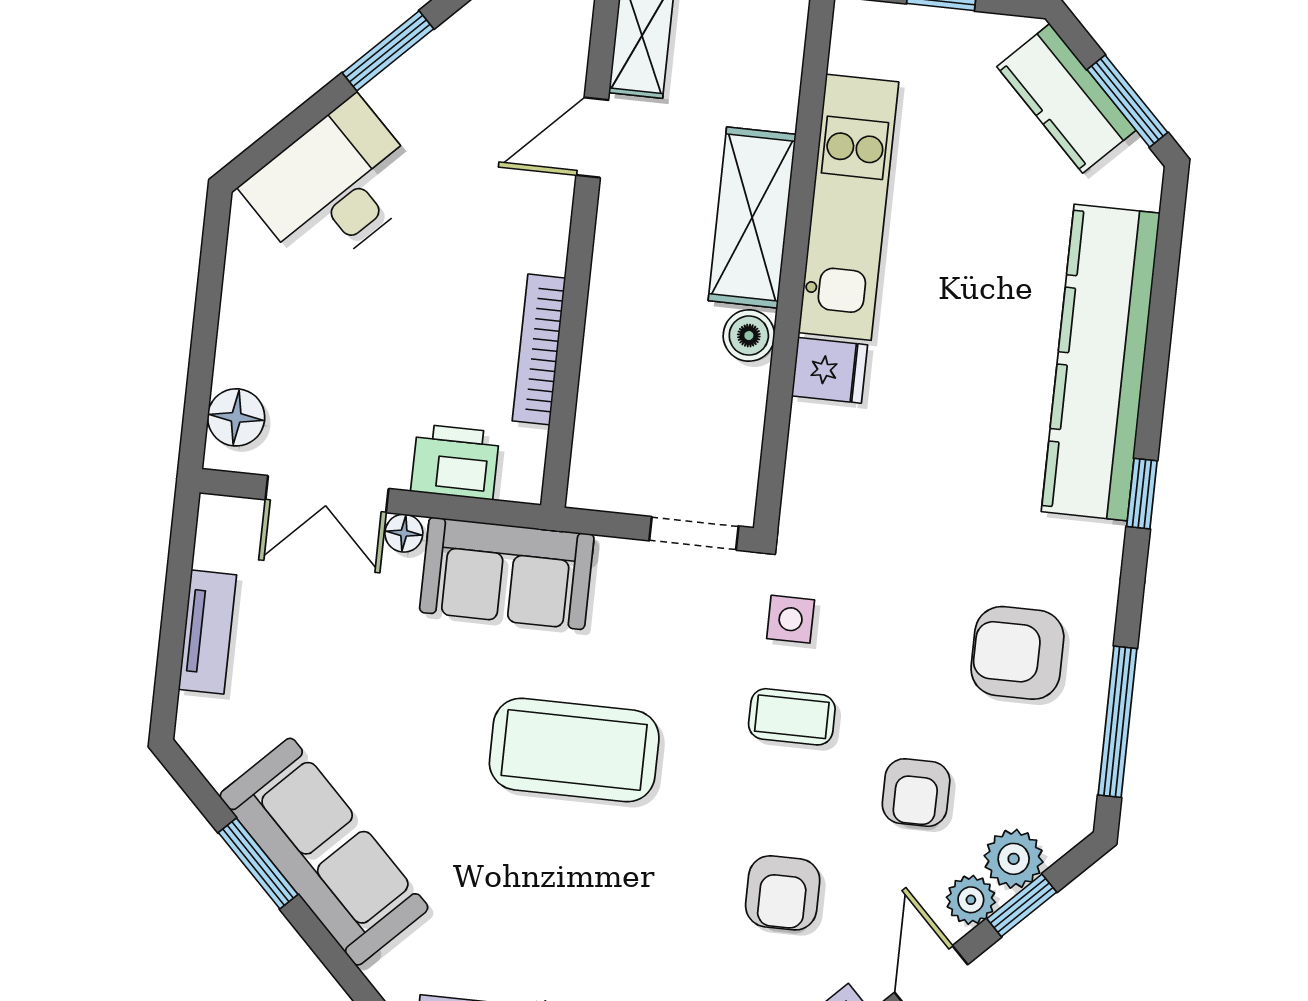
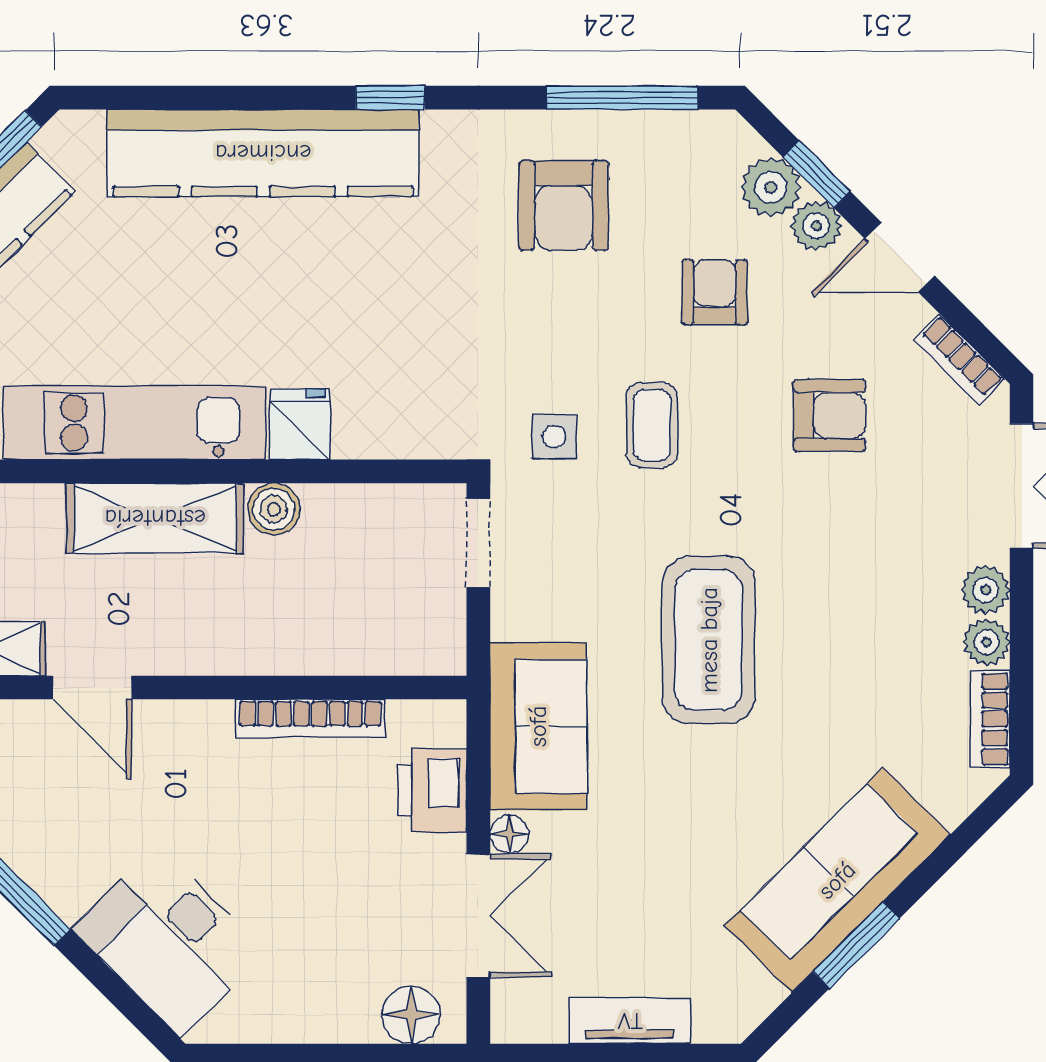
armchair: (916, 793) -> (715, 292), turned -90

